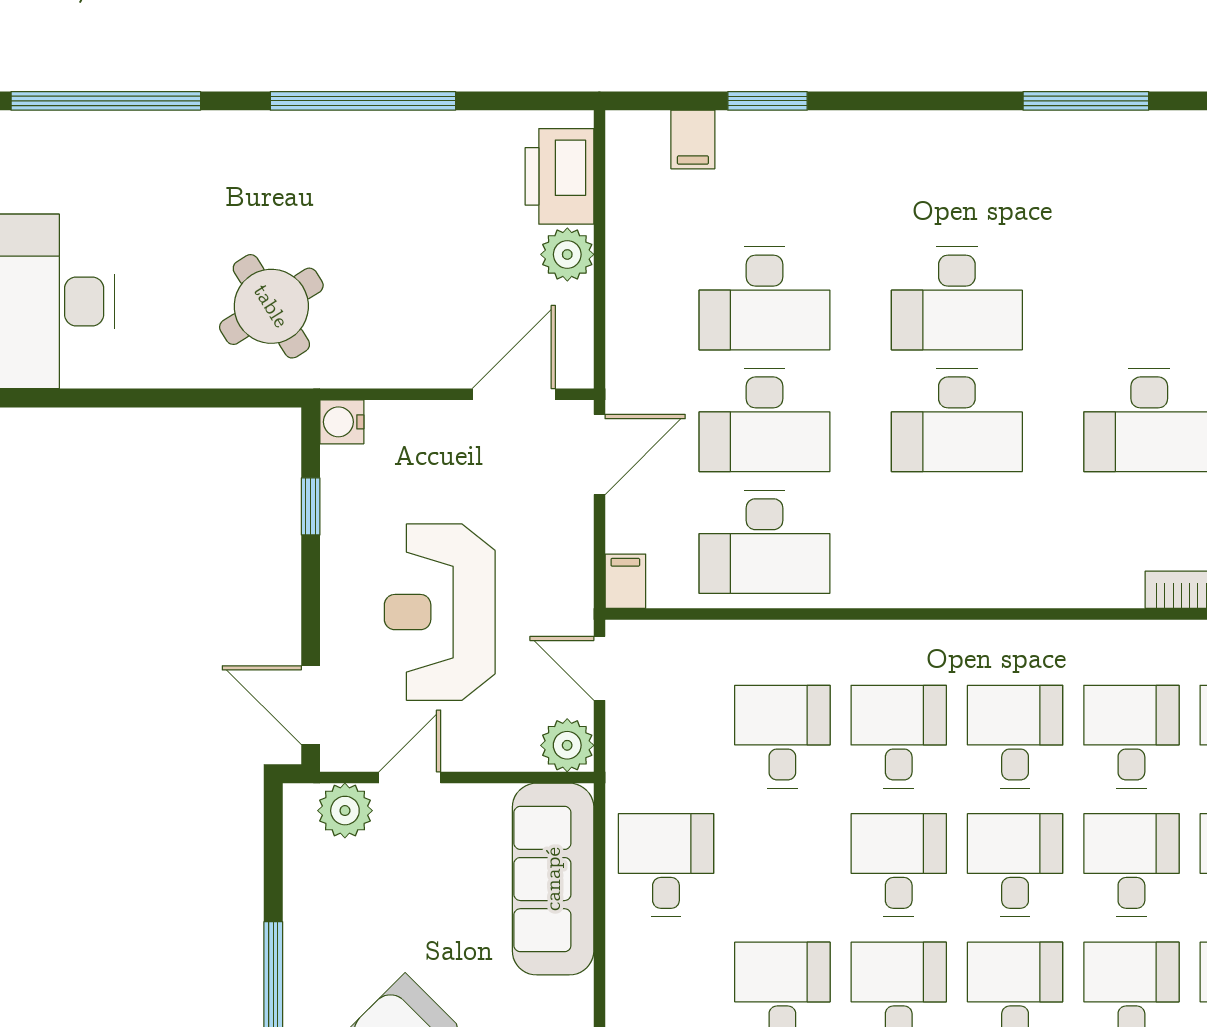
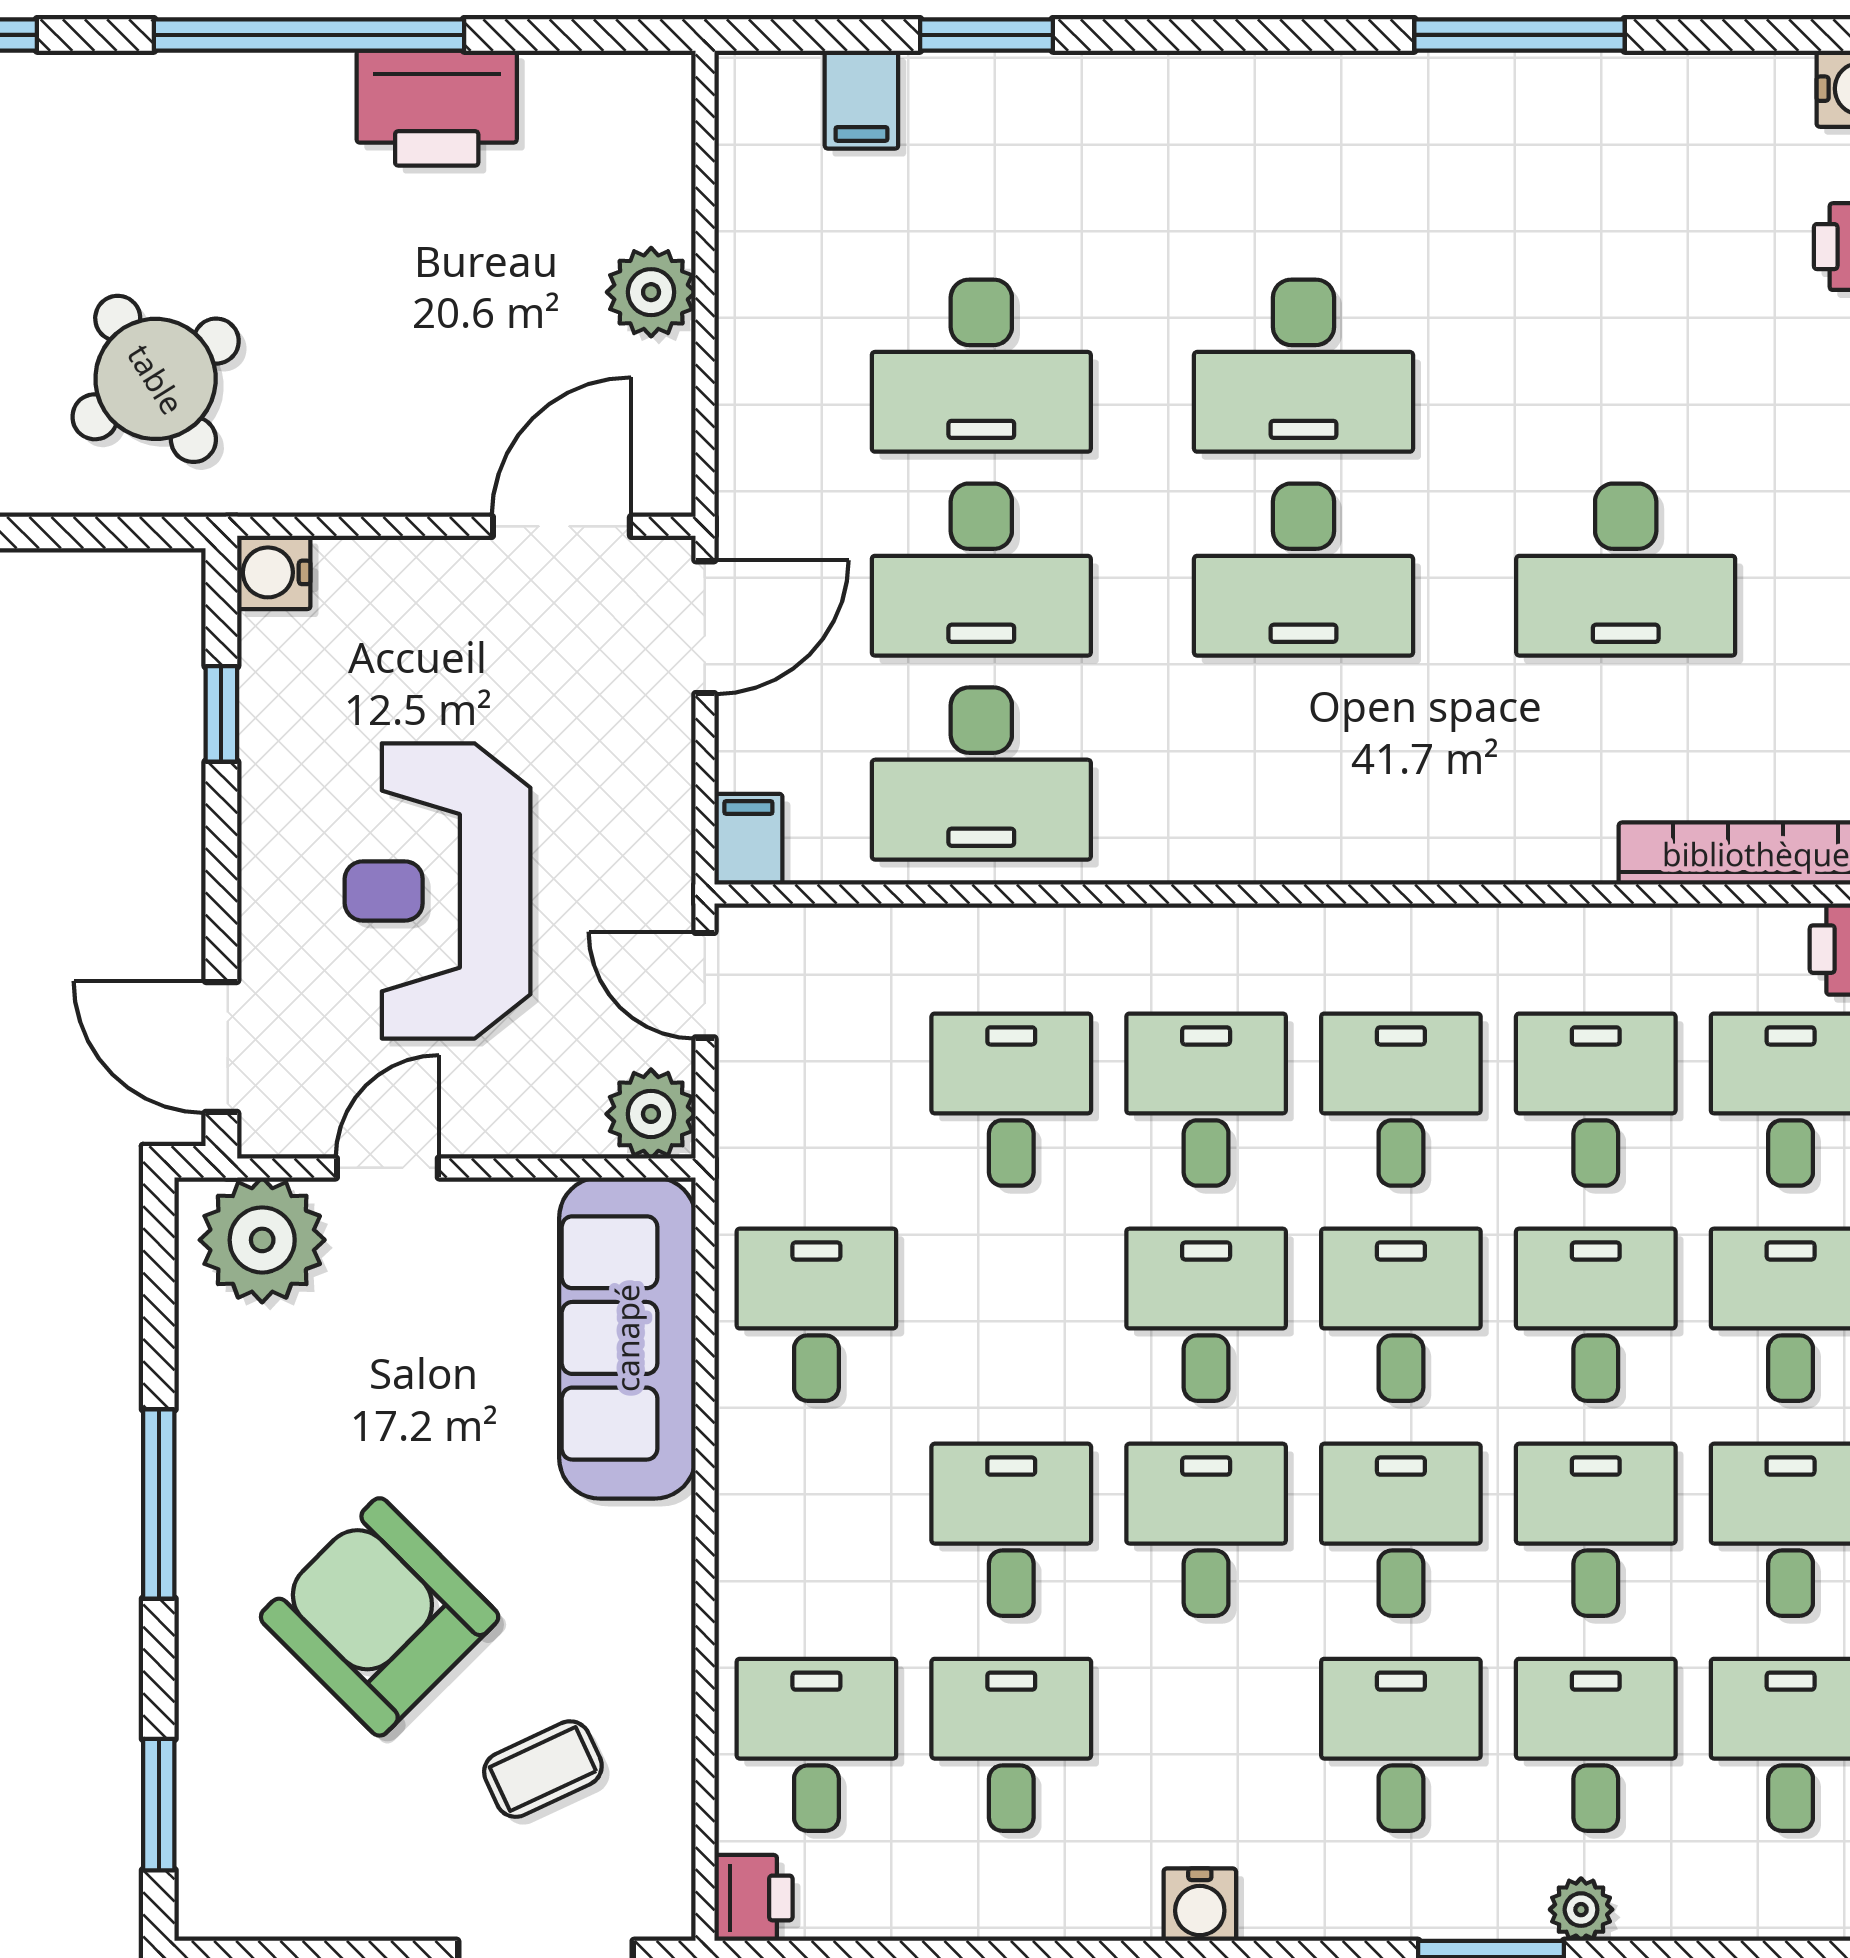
printer: (559, 176) -> (437, 108), moved, turned -90
plant: (345, 811) -> (262, 1240), width x1.36, depth x1.36

